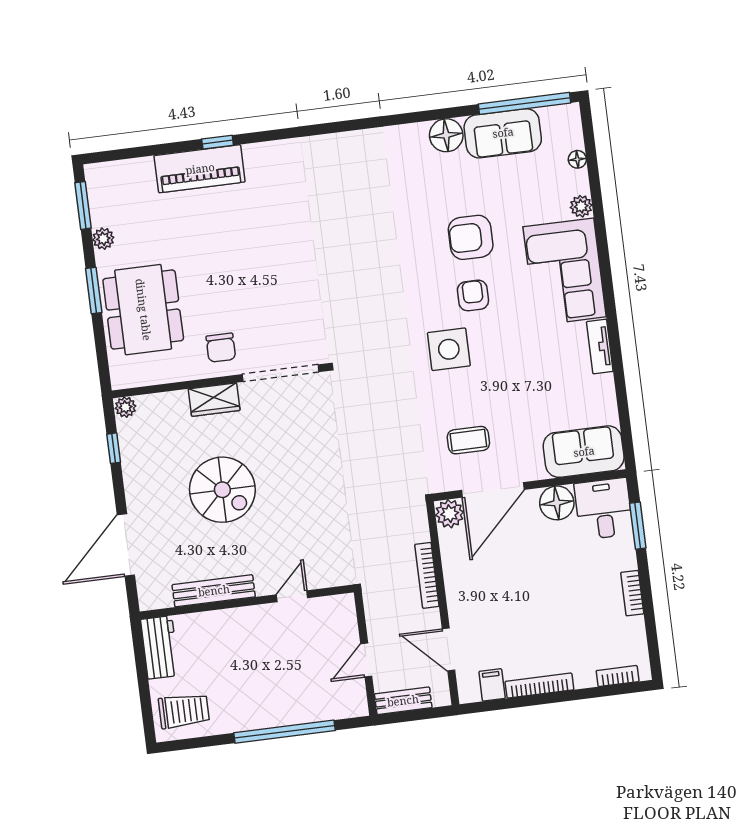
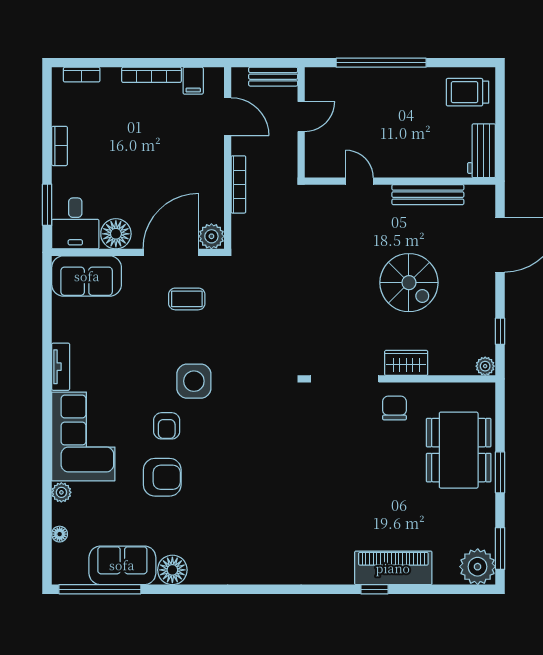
plant: (103, 239) -> (478, 567), moved, width x1.88, depth x1.88
spiral stairs: (222, 490) -> (409, 283), turned 180
door: (292, 596) -> (359, 181), swing flipped

